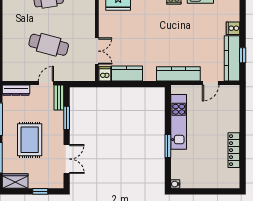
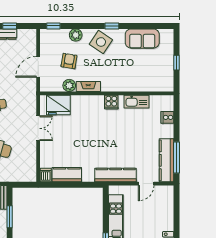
cooker: (233, 28) -> (167, 117), moved
double door: (97, 51) -> (38, 128), moved
window: (243, 55) -> (177, 157), width x2.17

